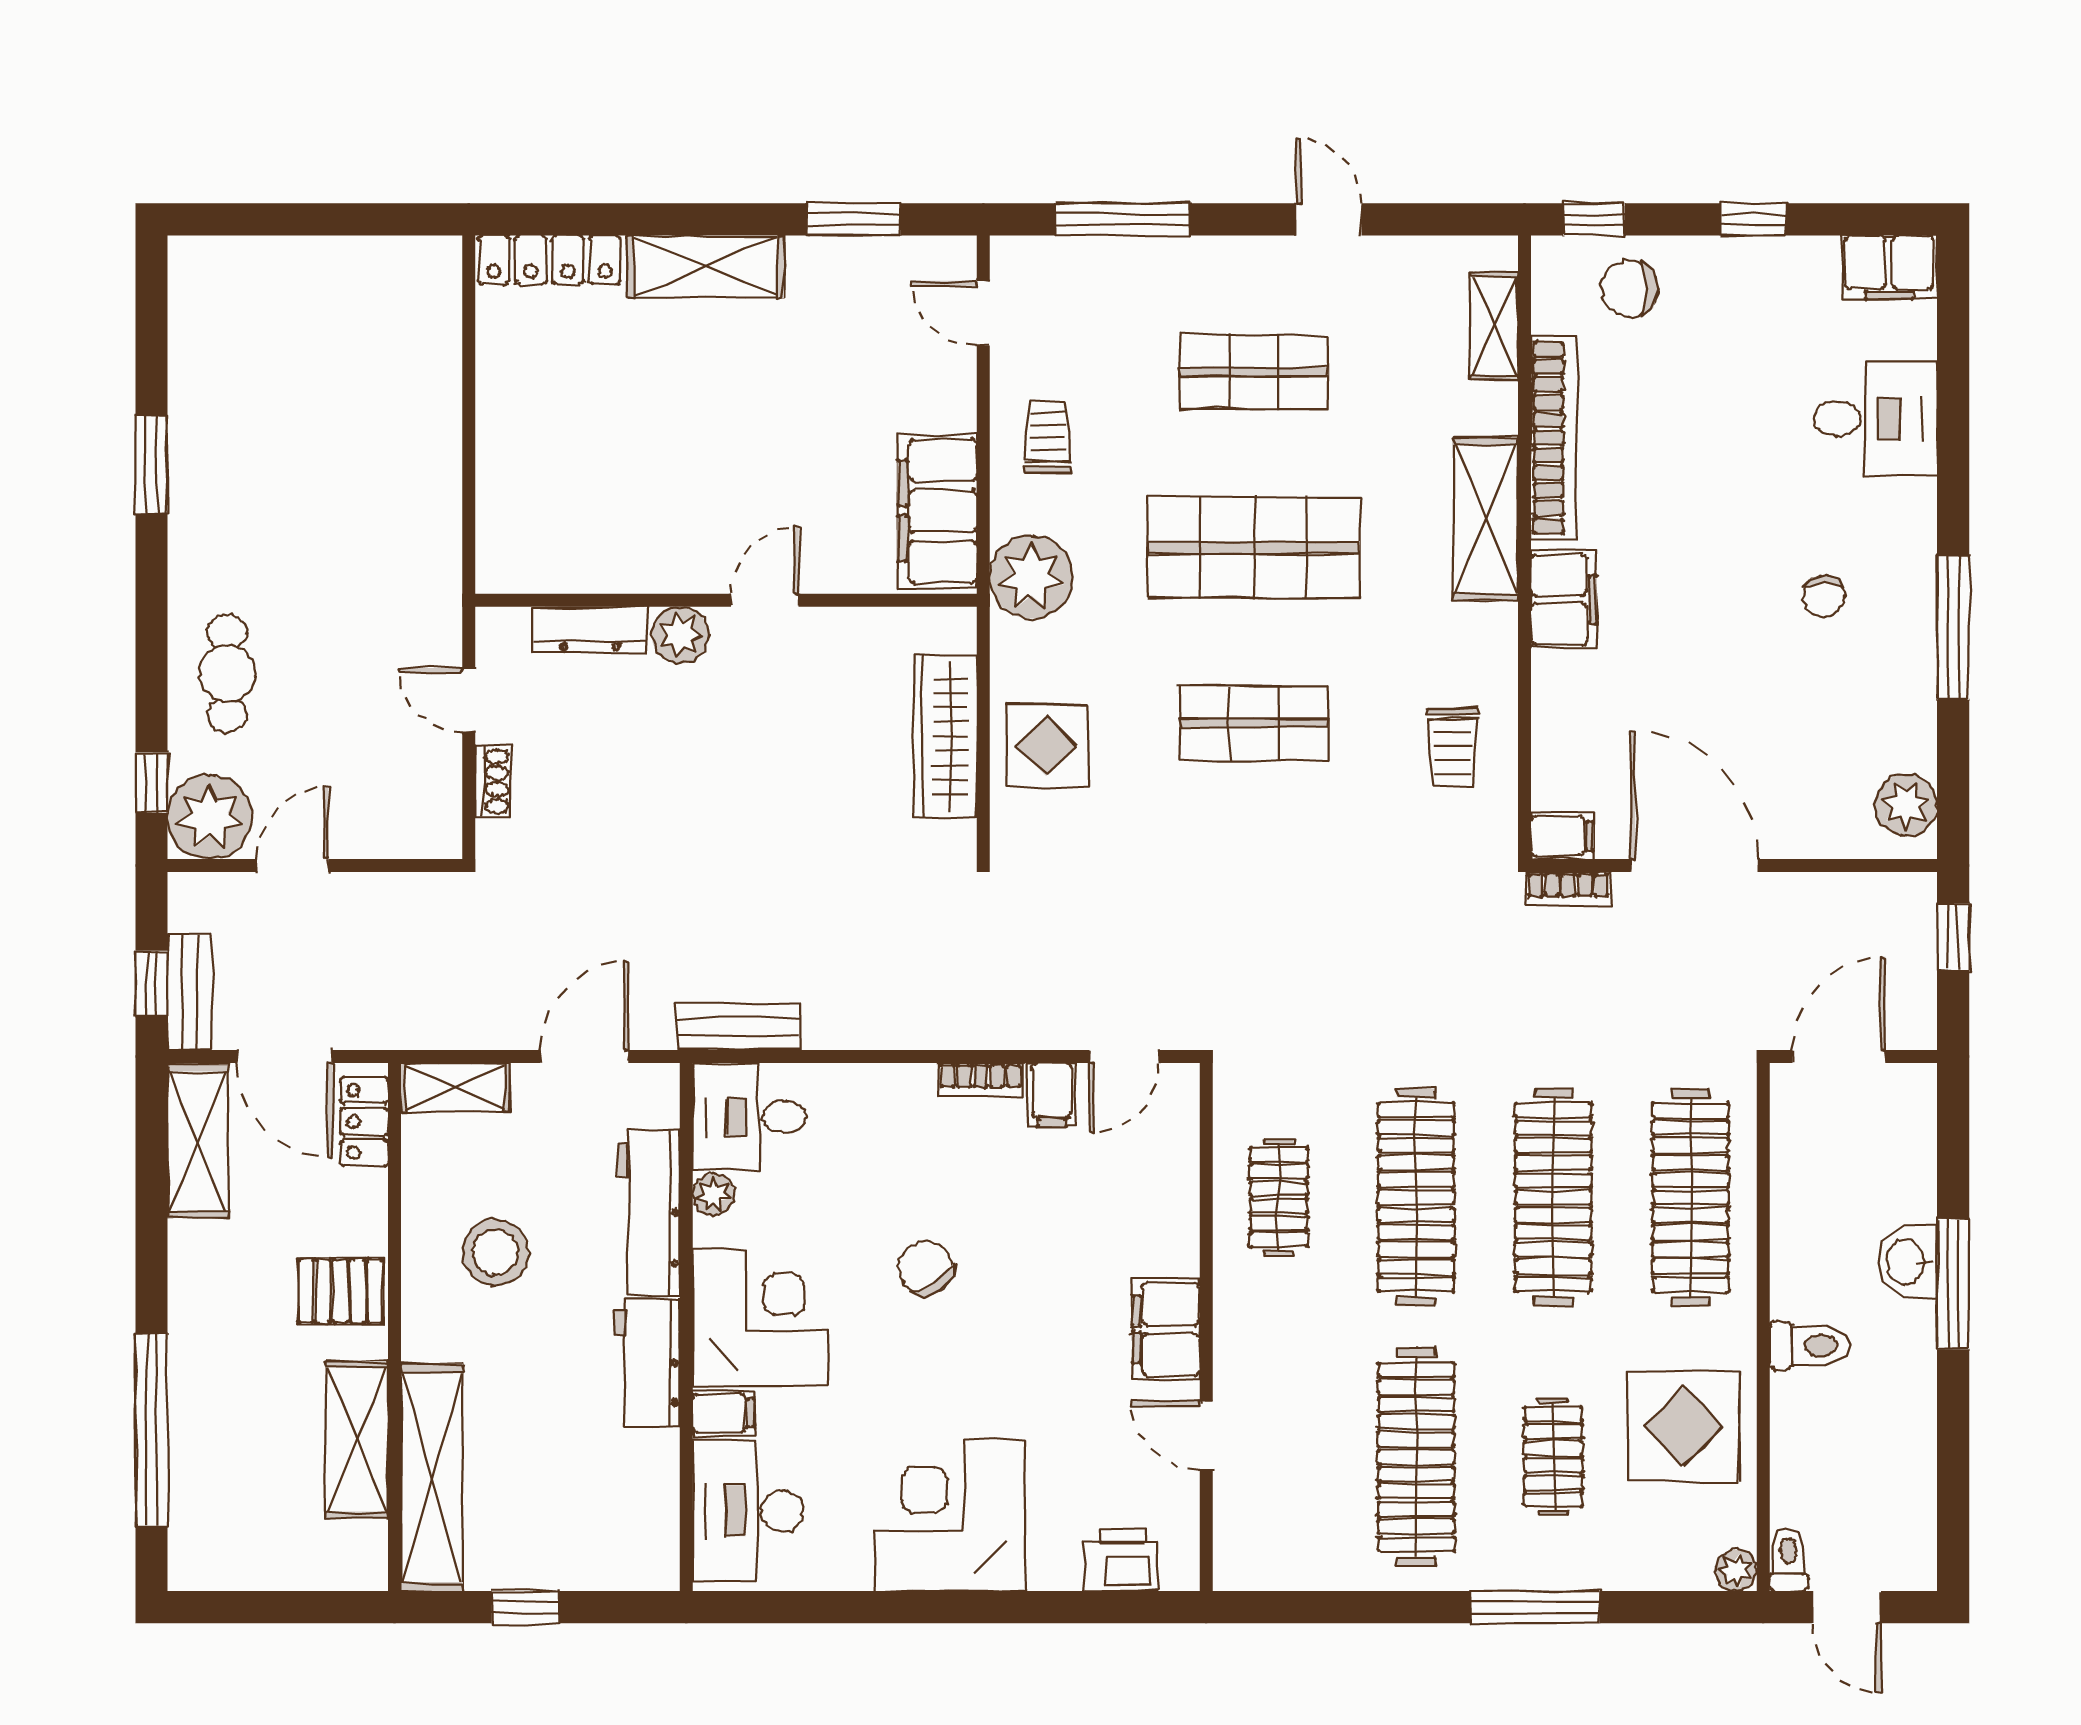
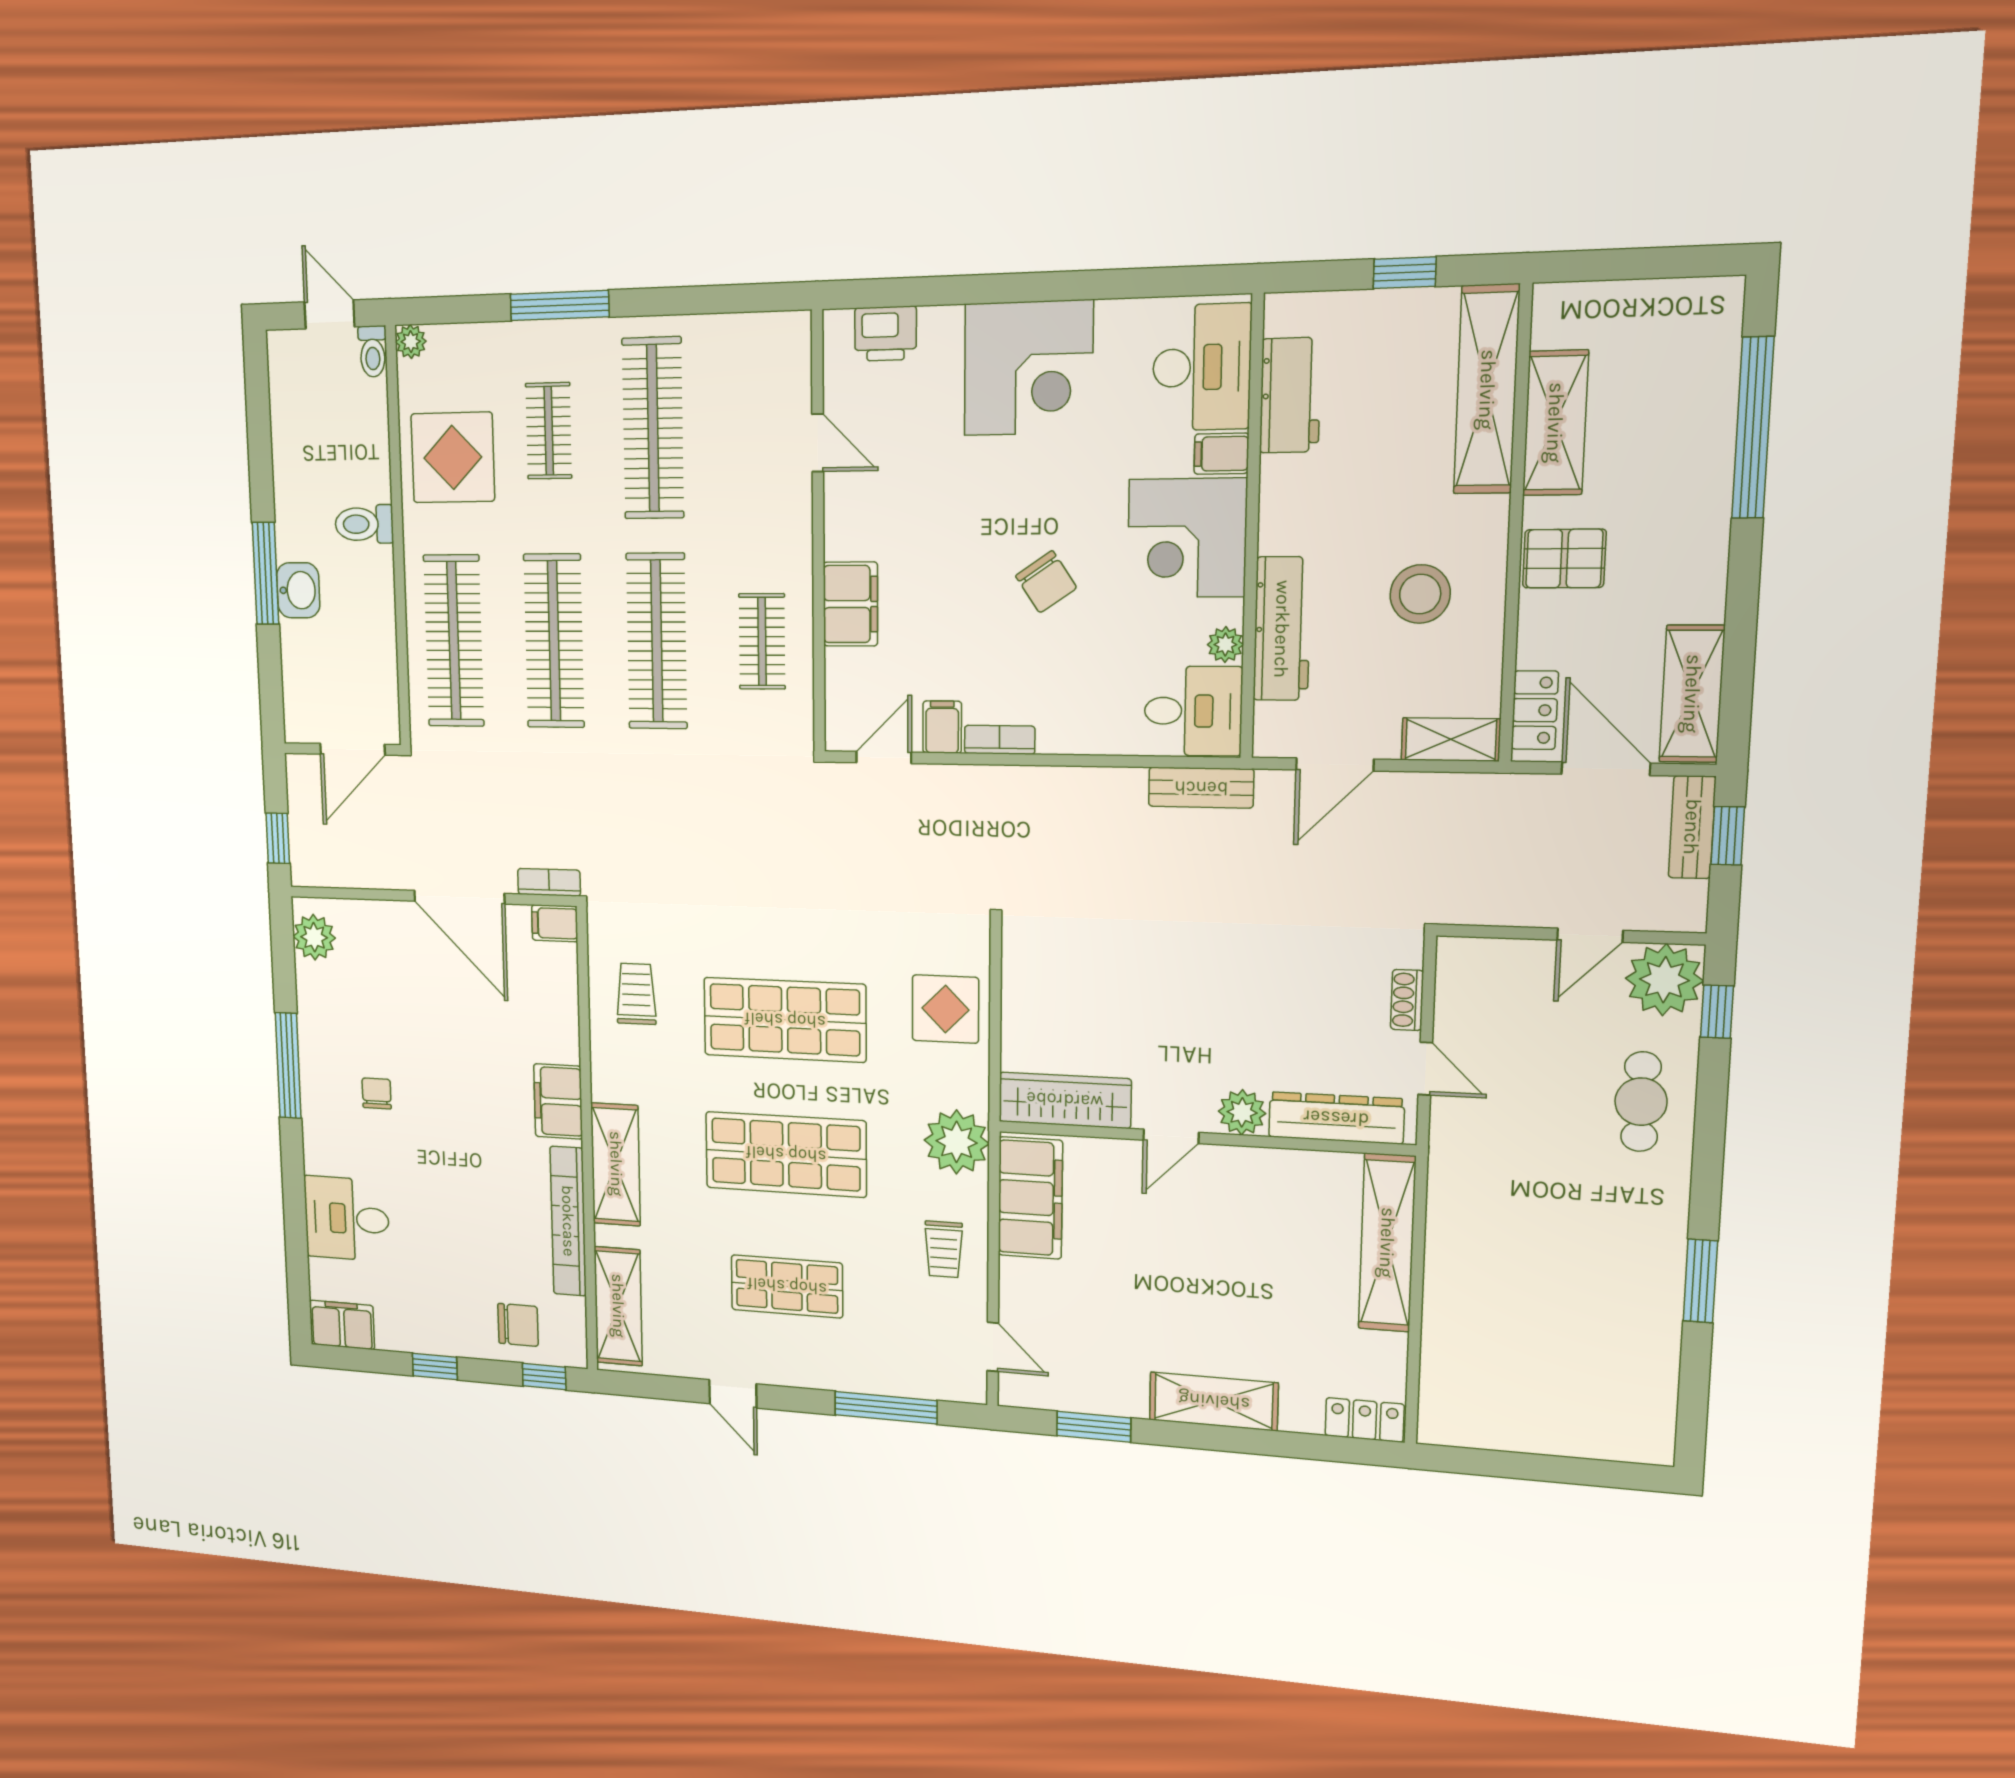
locker: (549, 260) -> (1365, 1420), width x0.66
shelving: (1494, 326) -> (618, 1306), width x1.50, depth x1.33
shelving: (505, 485) -> (1387, 1243), added
dresser: (590, 629) -> (1336, 1118), width x1.37, depth x1.24
shop shelf: (1254, 723) -> (785, 1020), width x1.43, depth x1.36
wardrobe: (946, 737) -> (1065, 1100), moved, turned -90
filing cabinet: (1166, 1329) -> (850, 604), moved
workbench: (647, 1363) -> (1290, 395), moved

